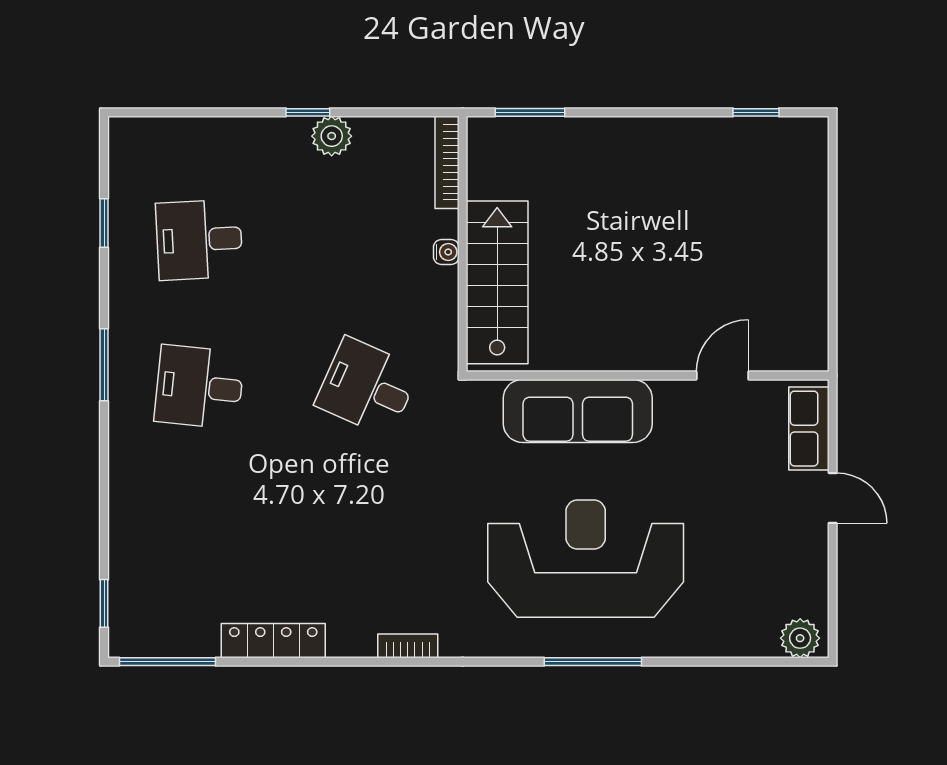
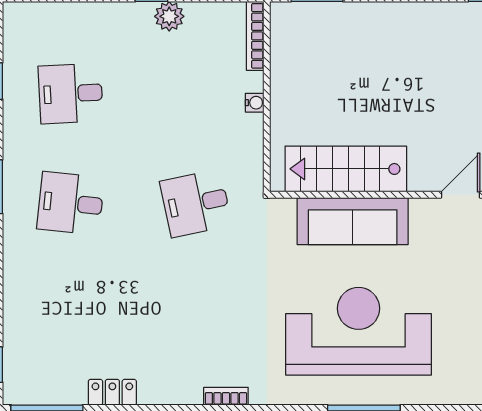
stairs: (497, 282) -> (346, 169), moved, turned -90
desk: (367, 387) -> (196, 203), turned -36
locker: (273, 641) -> (112, 392), width x0.66

